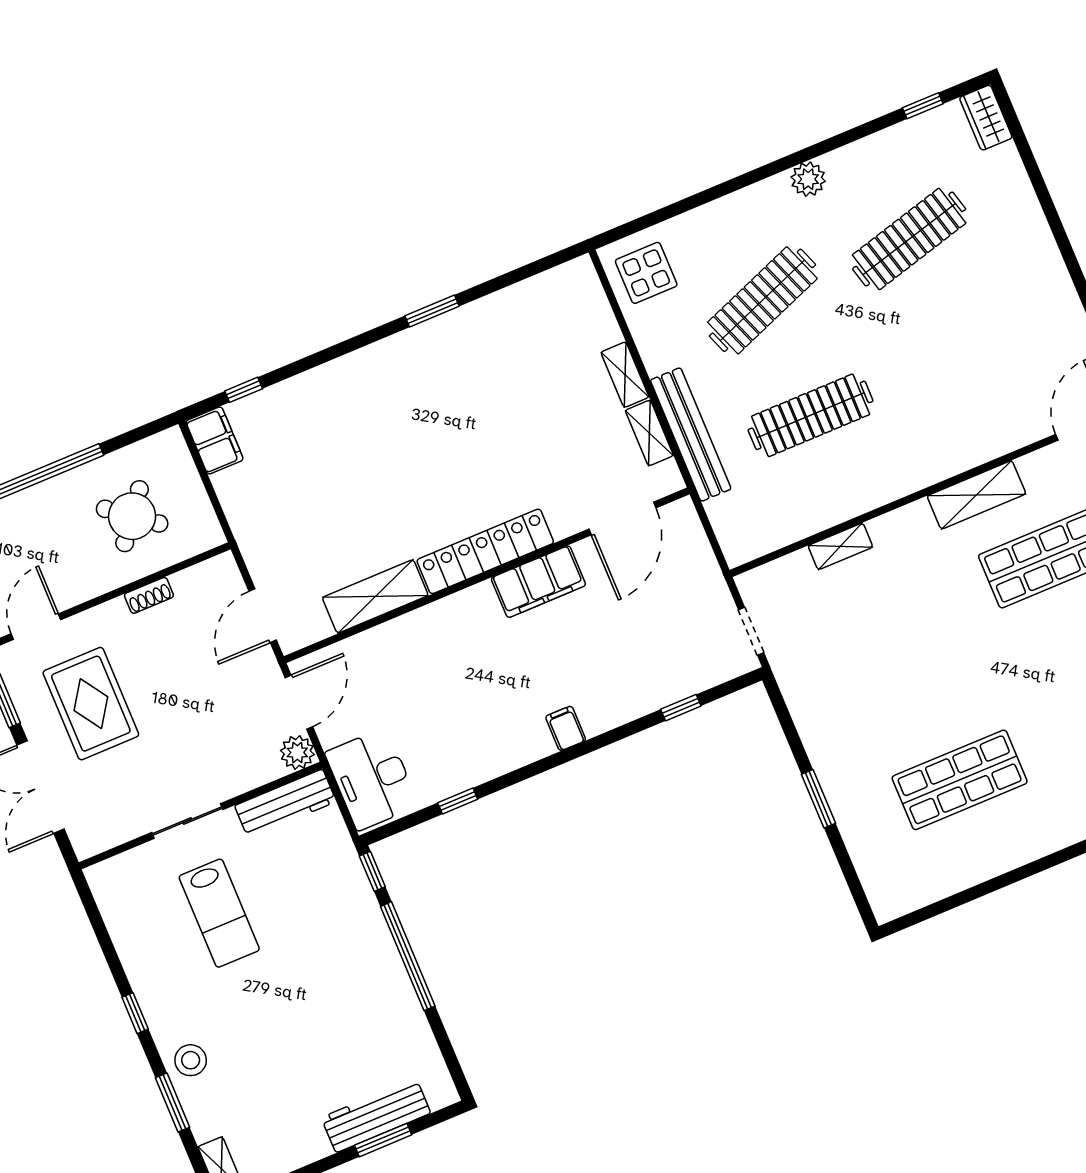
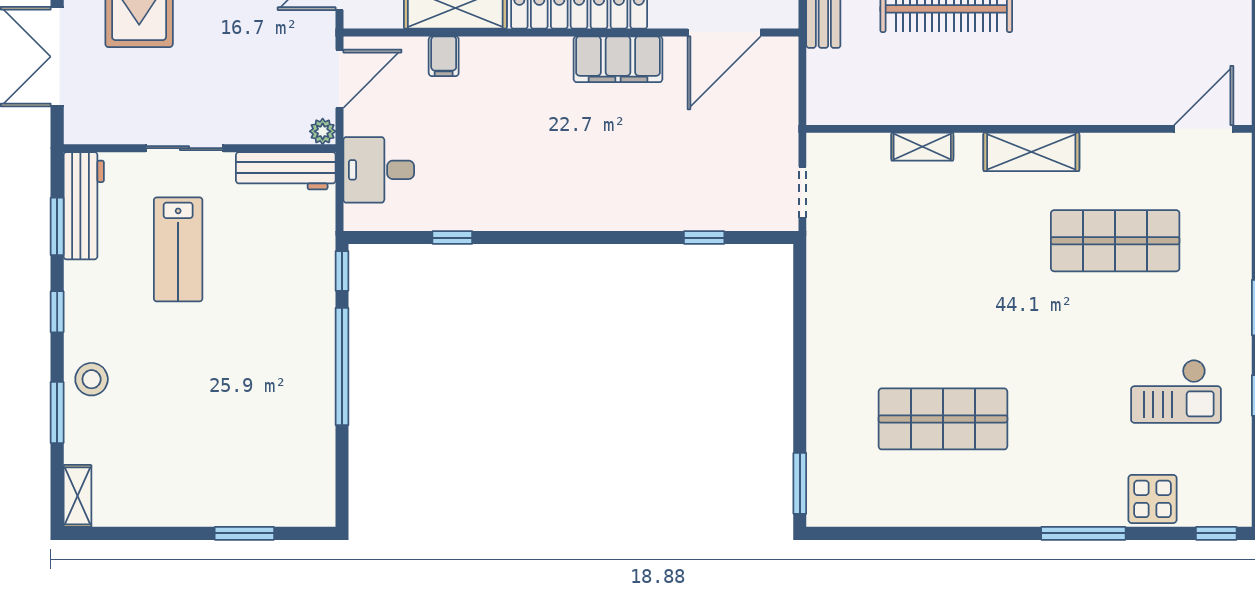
shelving: (976, 495) -> (1031, 152), moved
filing cabinet: (566, 728) -> (444, 56), moved, turned 180
plant: (297, 752) -> (323, 131), width x0.73, depth x0.73
desk: (372, 779) -> (379, 170), width x0.73
window: (819, 799) -> (800, 483), moved
window: (103, 938) -> (57, 226), added
workbench: (376, 1115) -> (84, 206), moved, turned 90

